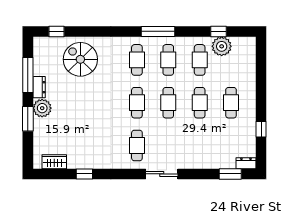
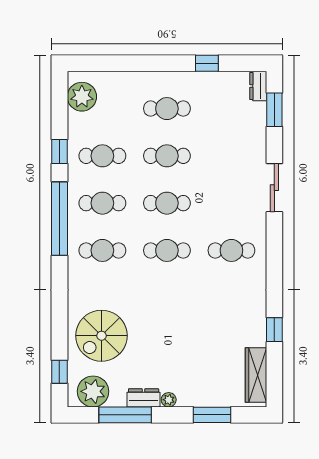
window: (158, 31) -> (59, 219), width x1.46
window: (218, 31) -> (59, 152), moved
plant: (222, 46) -> (82, 97), moved
plant: (43, 54) -> (93, 391), added
plant: (42, 108) -> (169, 400), width x0.53, depth x0.53
window: (28, 119) -> (212, 415), moved
wardrobe: (54, 162) -> (256, 375), width x1.50
sliding door: (162, 174) -> (274, 188), moved

